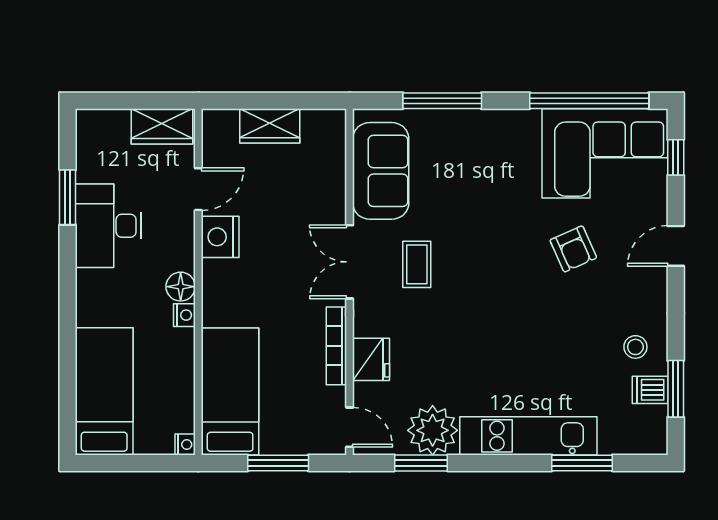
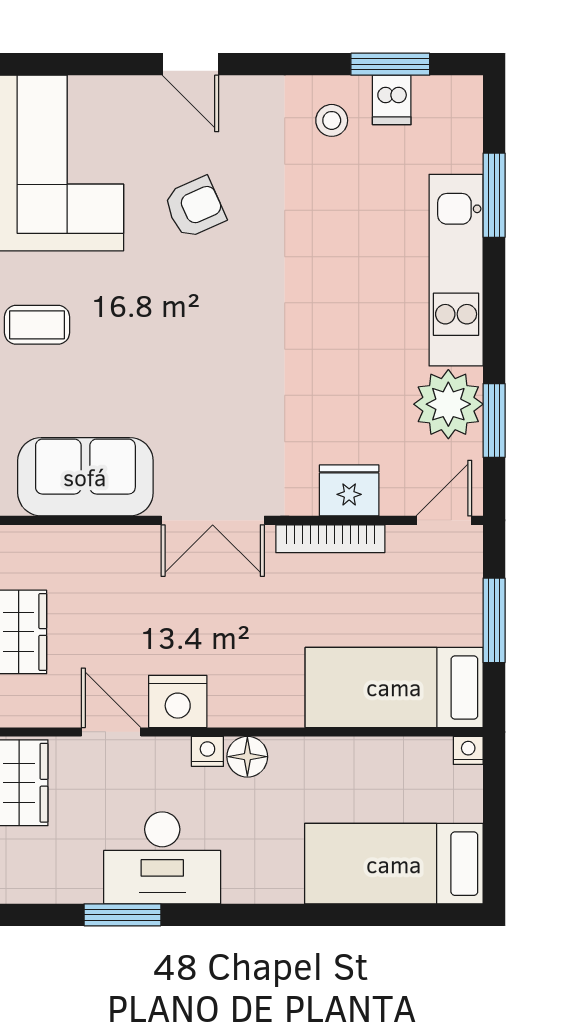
window: (676, 157) -> (67, 64), removed
coffee table: (417, 264) -> (37, 325), moved
nightstand: (184, 315) -> (207, 751), moved

